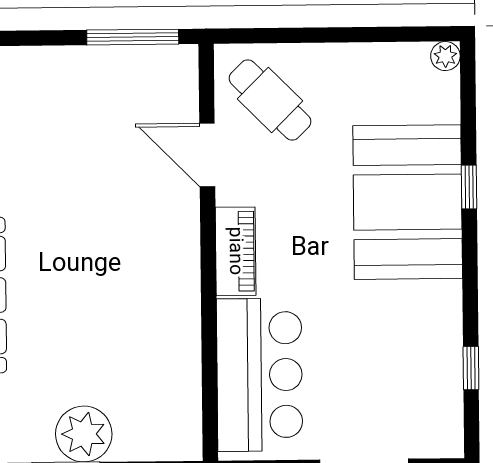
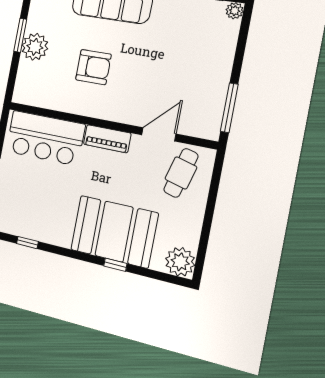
plant: (445, 56) -> (180, 262), width x1.87, depth x1.87
cafe table: (270, 100) -> (181, 173), turned -30
armchair: (103, 306) -> (93, 67), added

